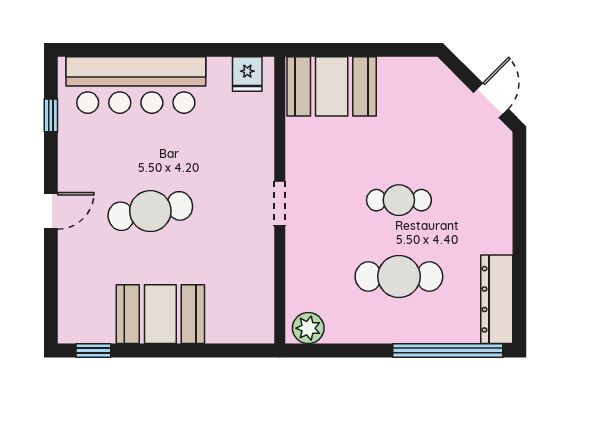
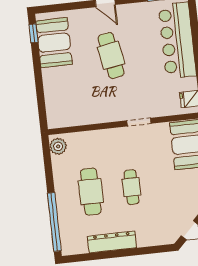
doorway: (280, 204) -> (139, 122), moved
dresser: (497, 299) -> (112, 242), moved
booth: (160, 314) -> (54, 43), moved

